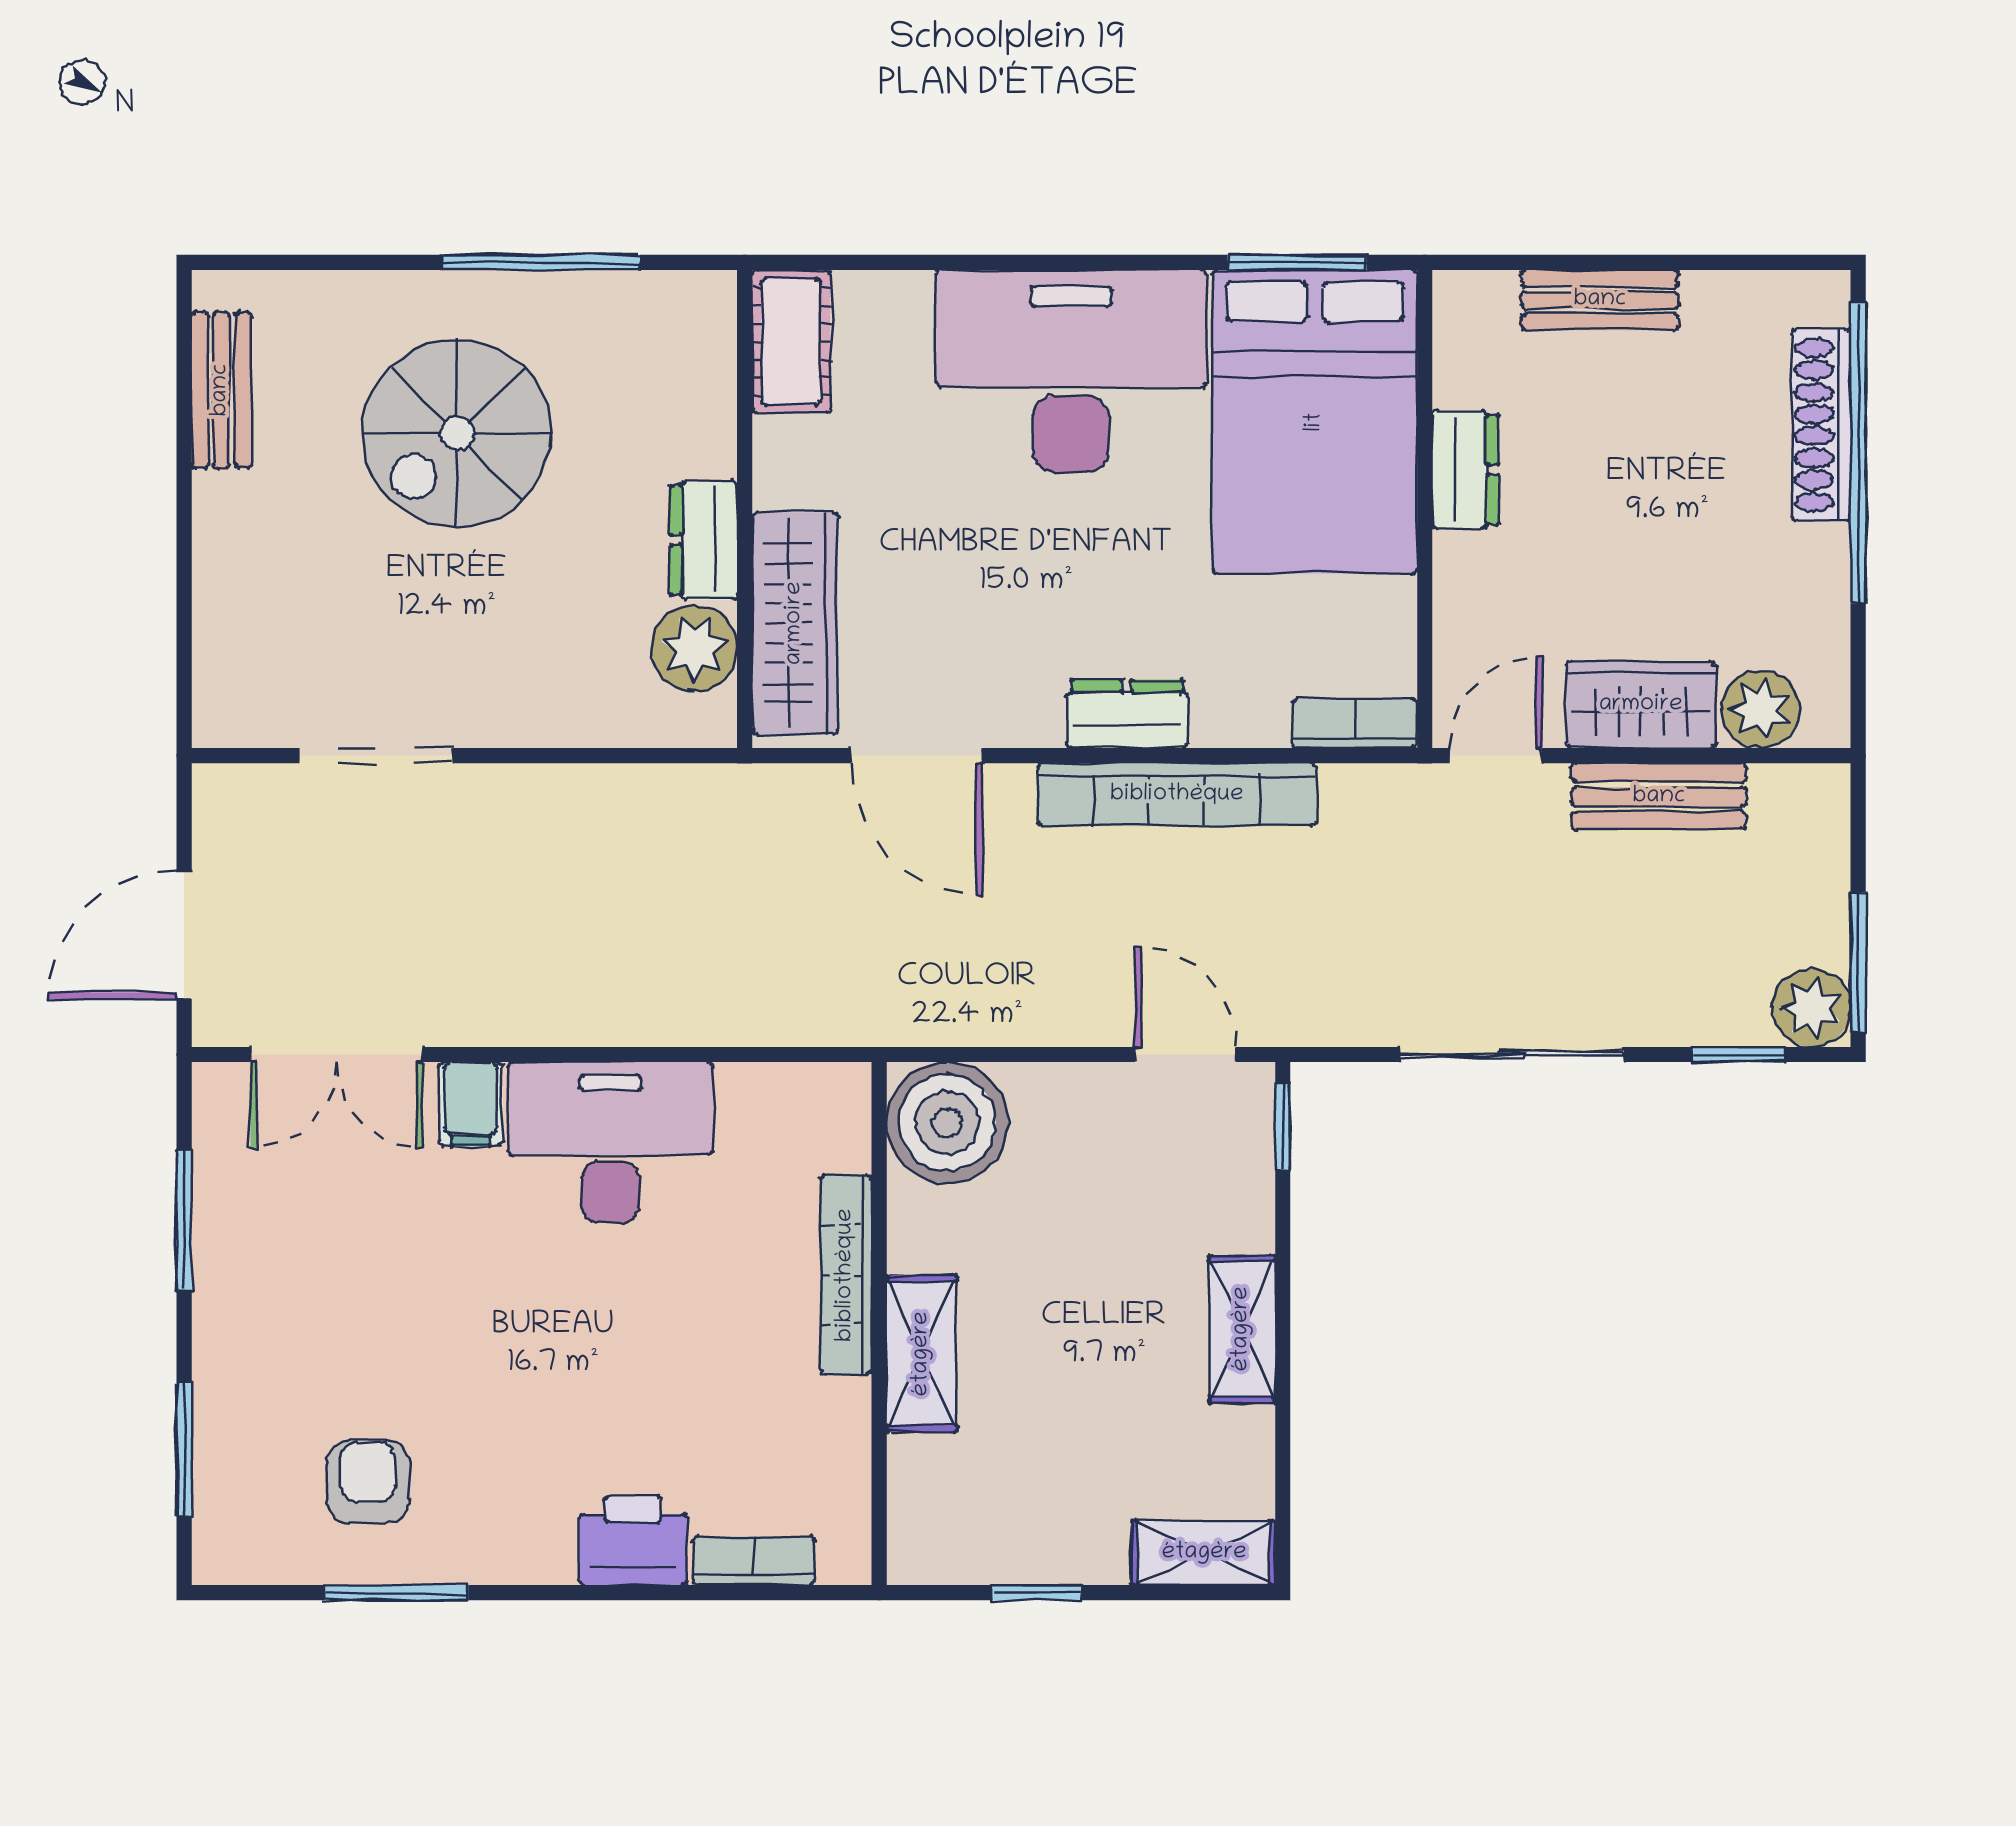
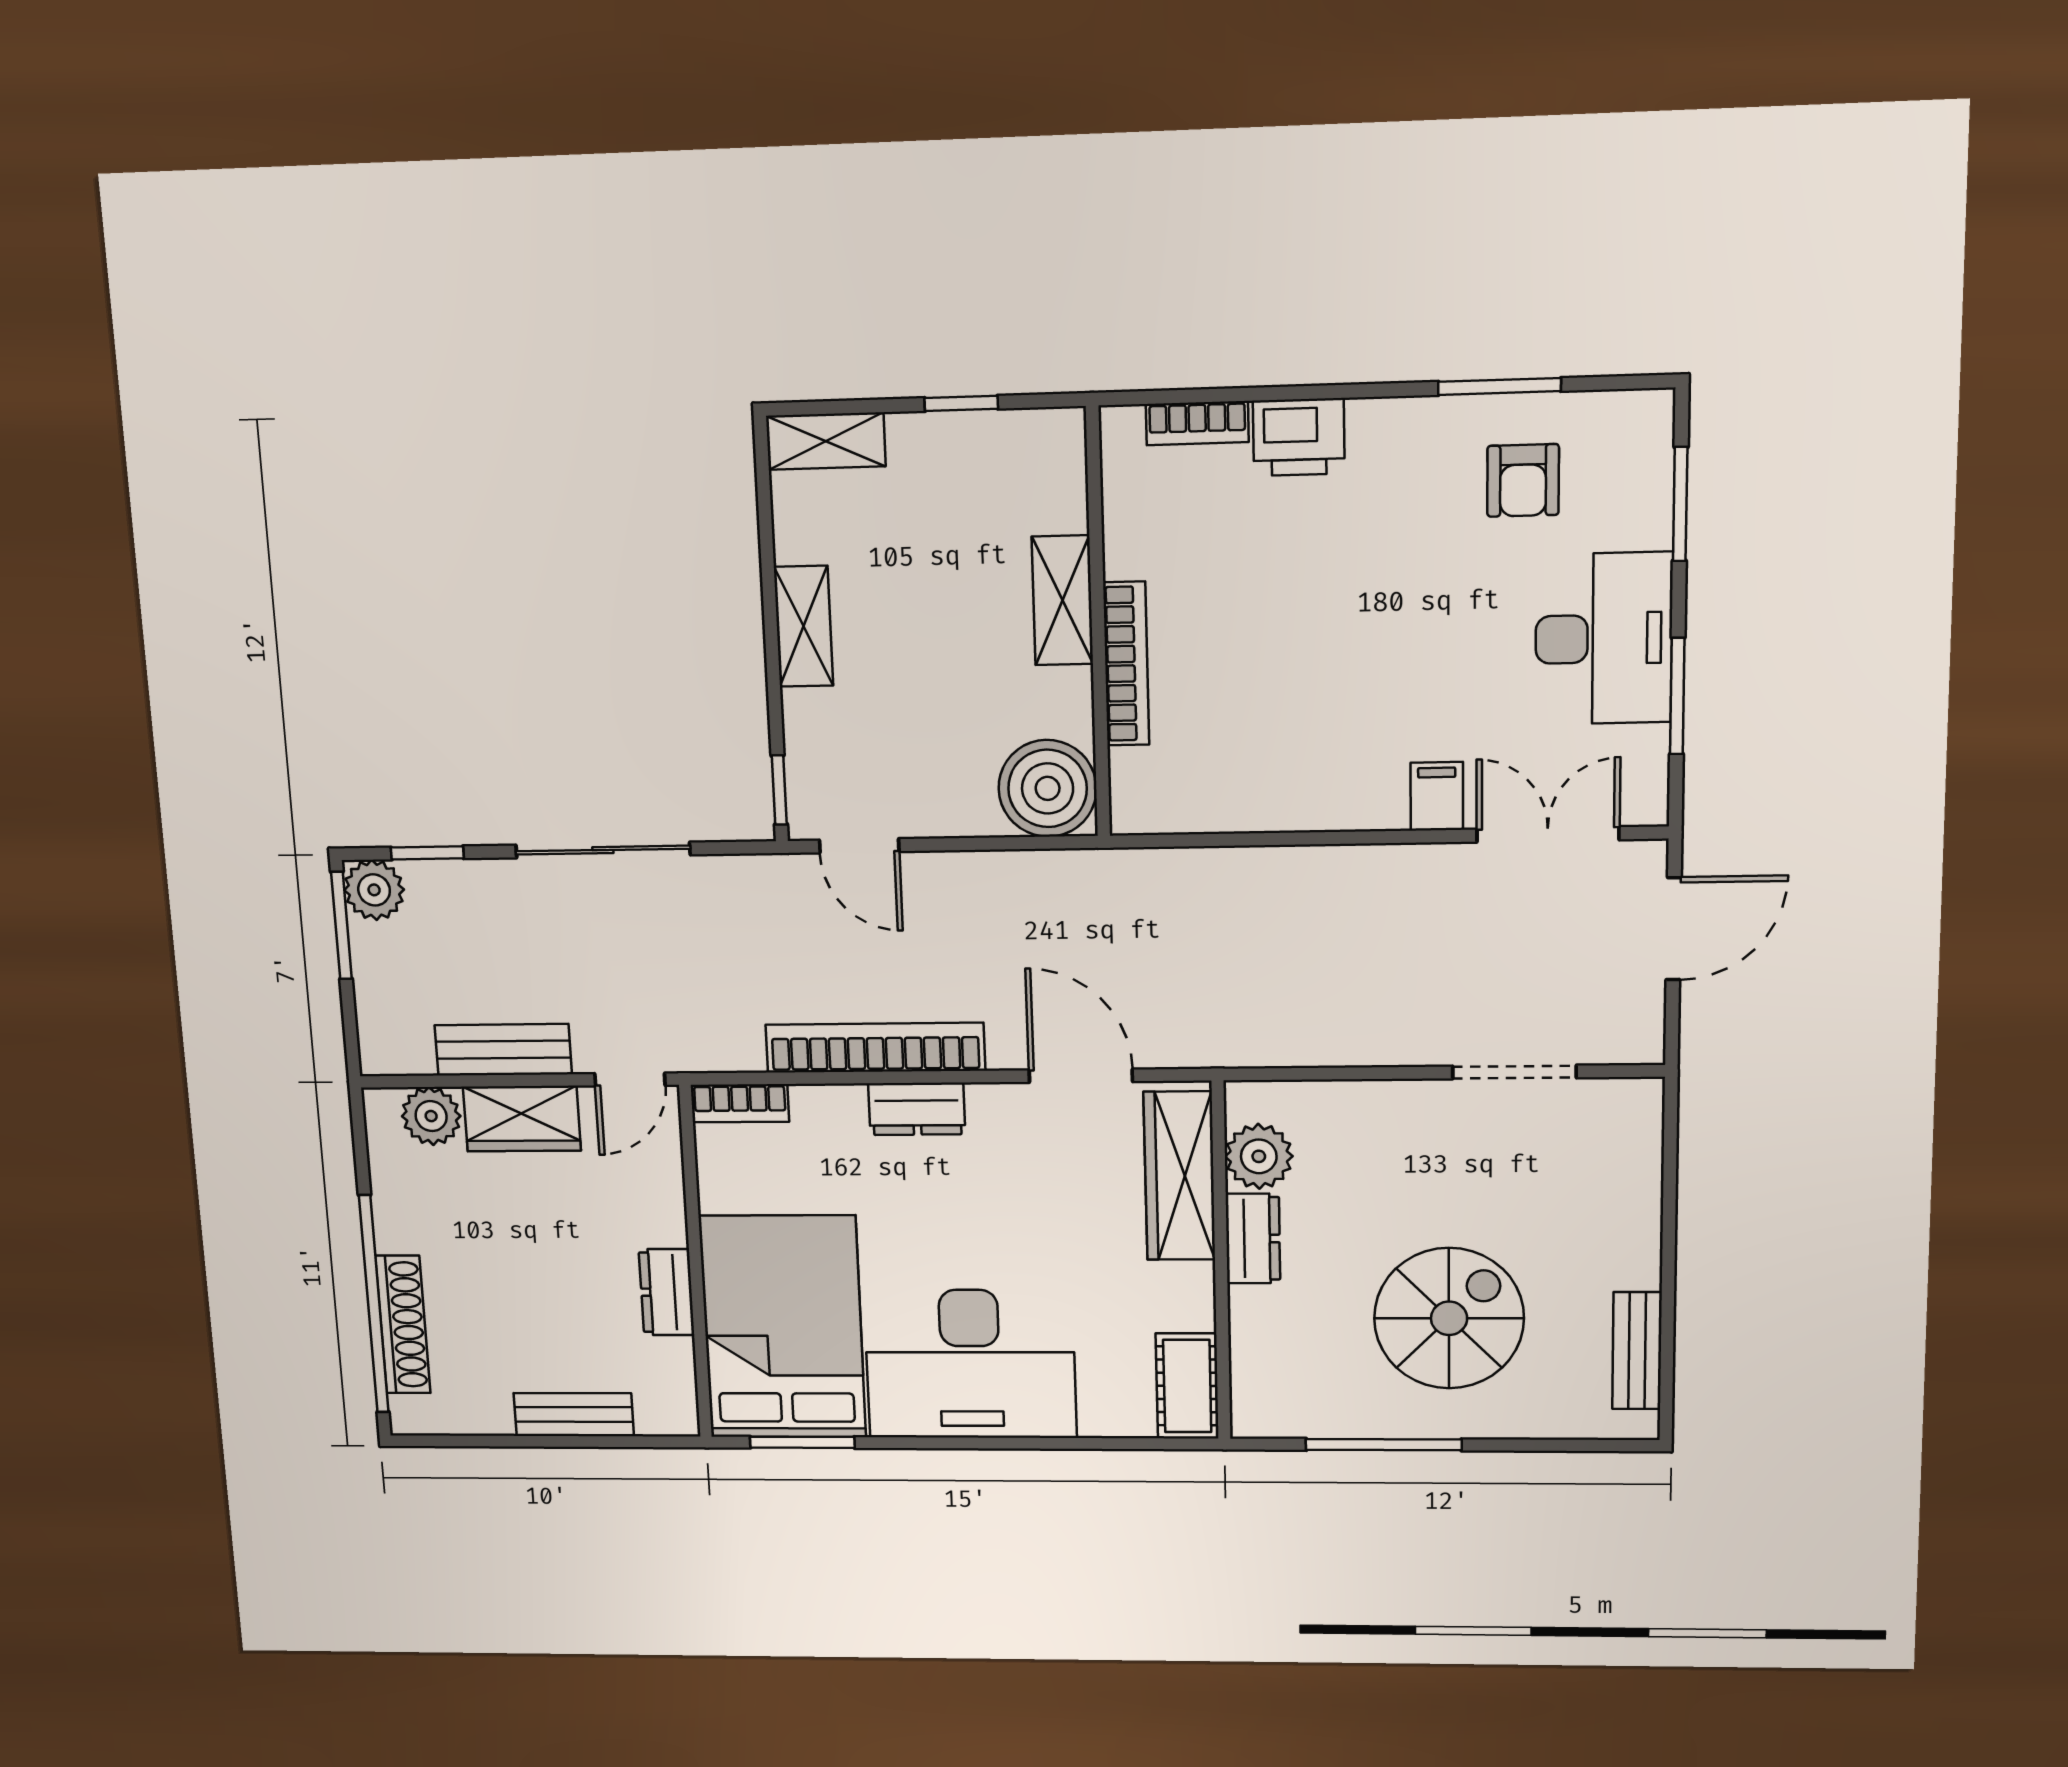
desk: (611, 1142) -> (1604, 639), moved, turned -90

